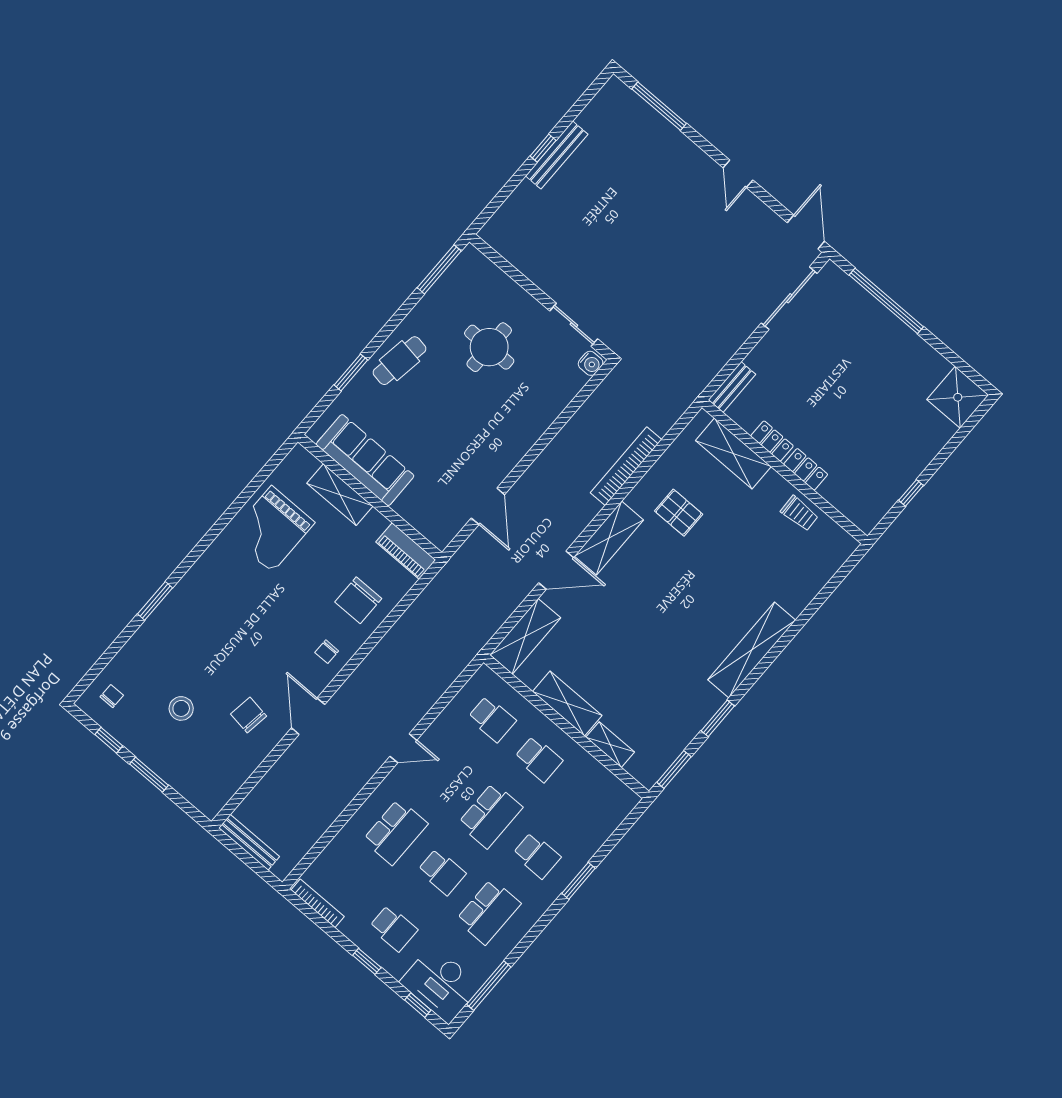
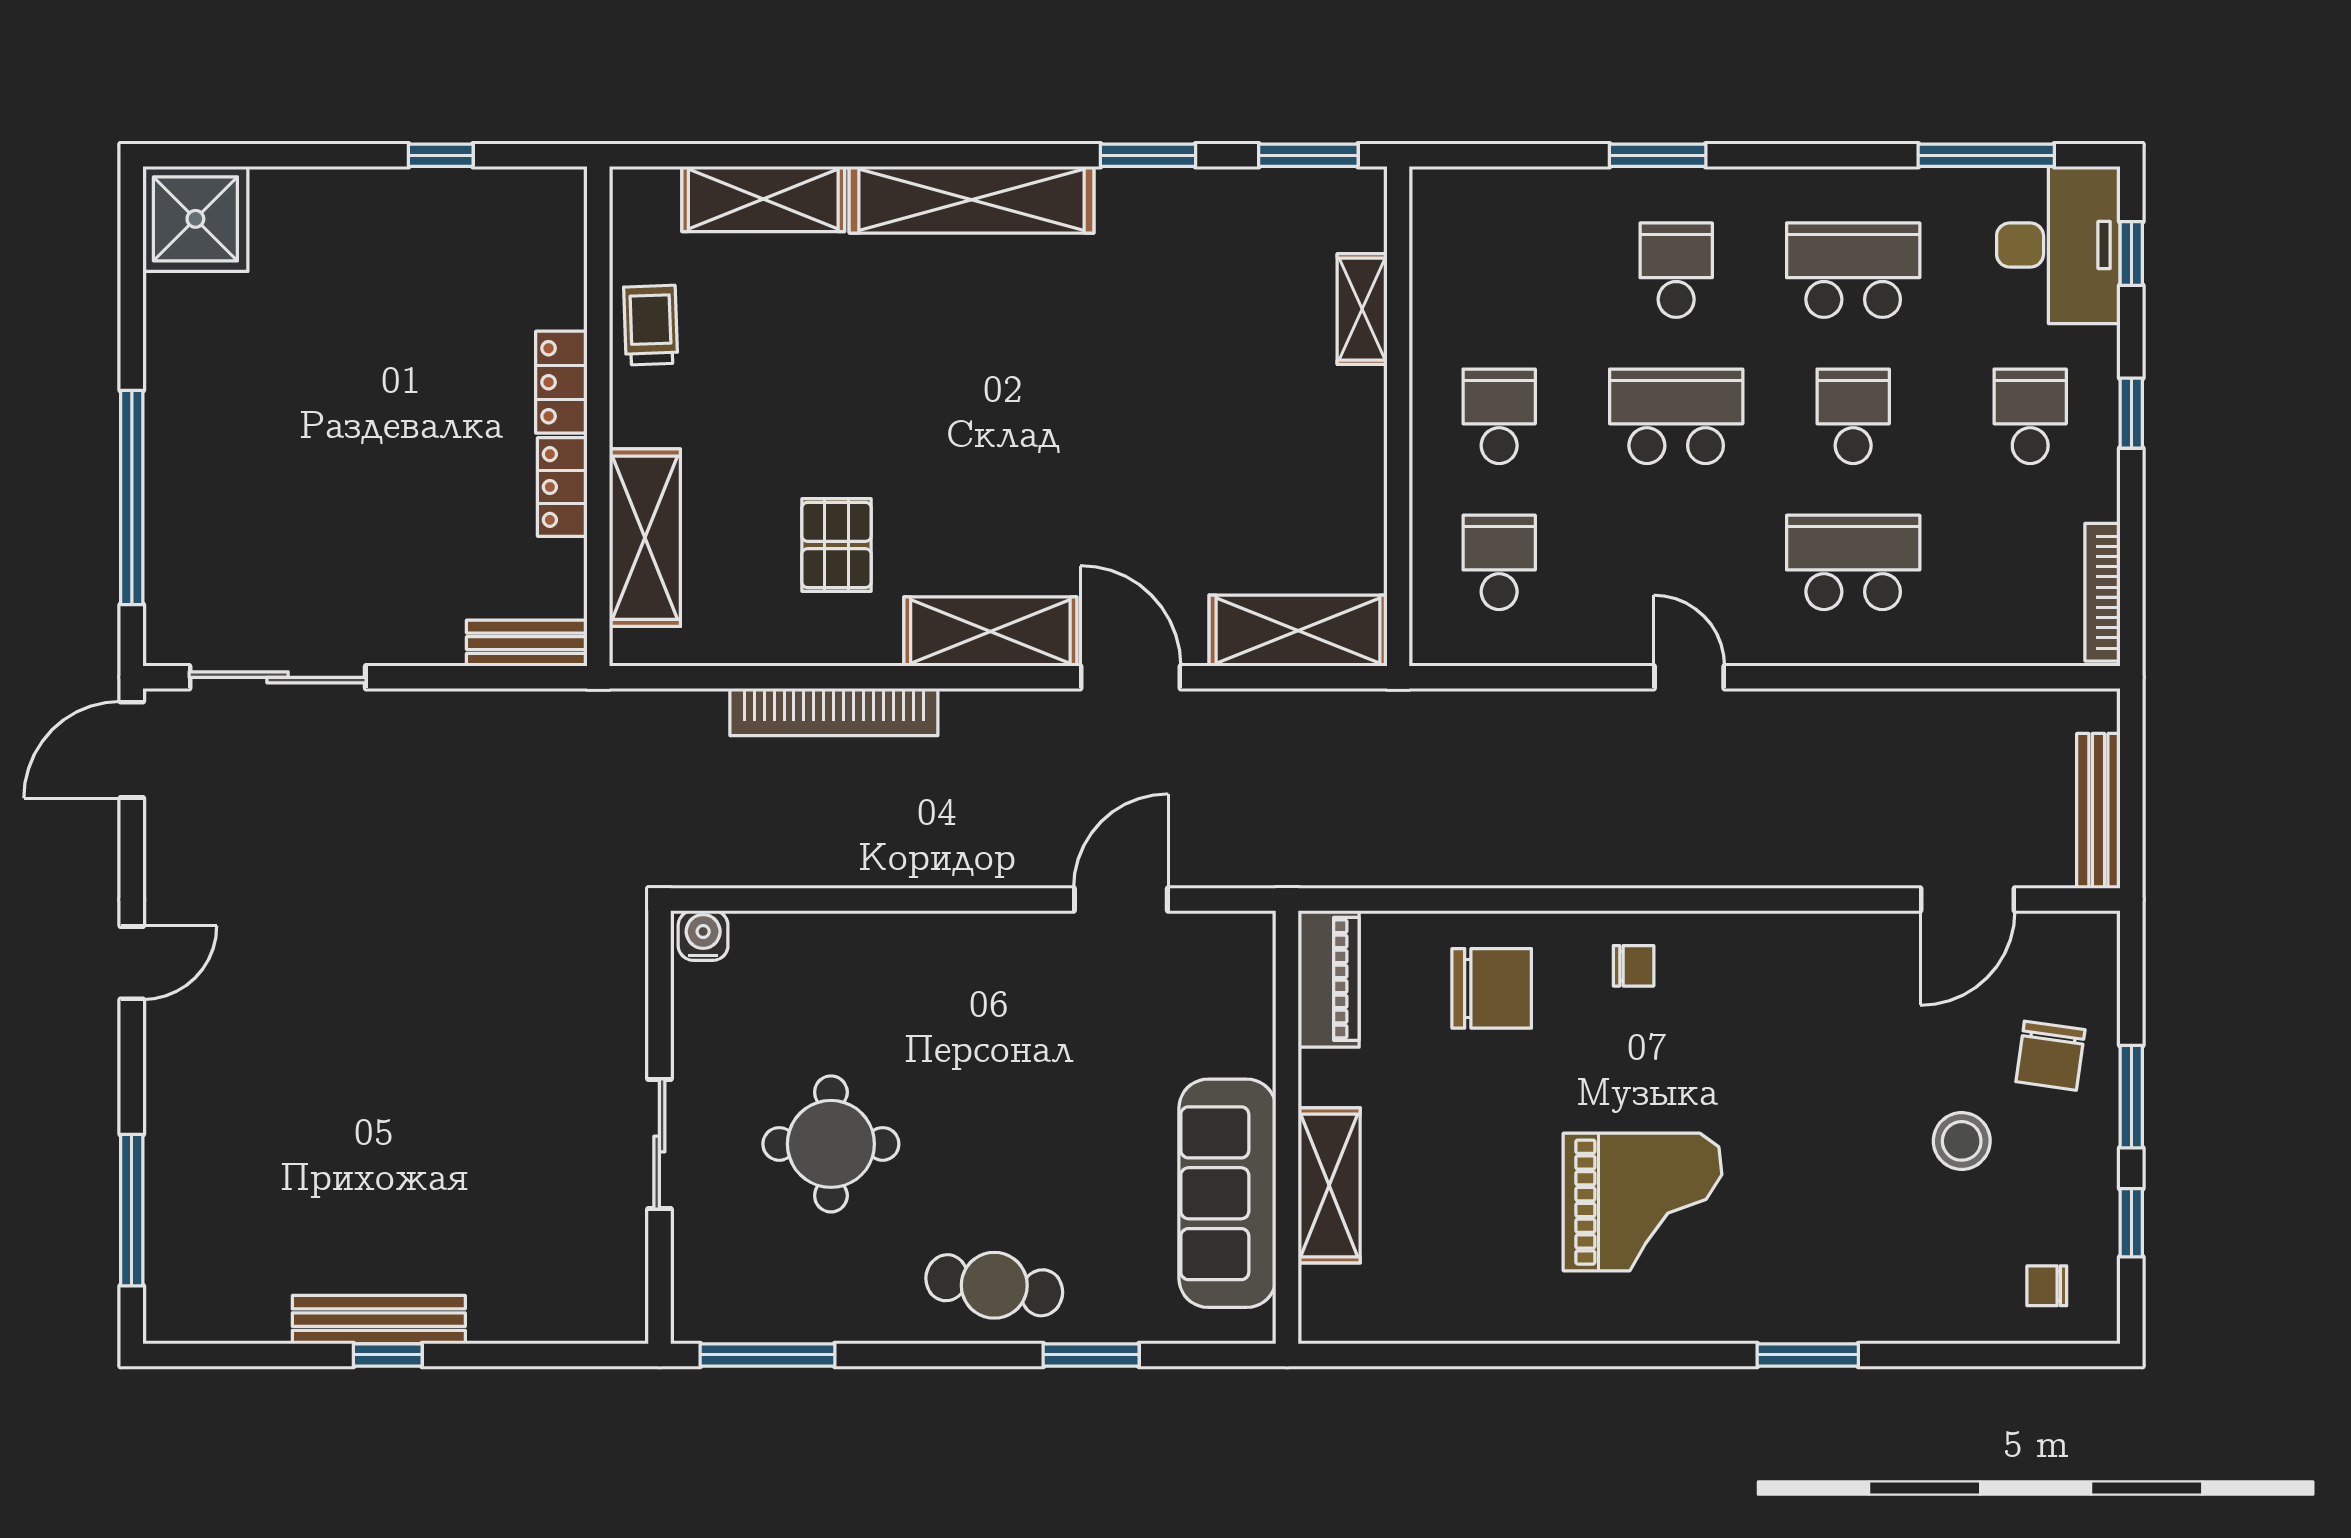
sliding door: (574, 325) -> (659, 1144), moved
grand piano: (272, 529) -> (1643, 1202), moved
shelving: (567, 704) -> (763, 199), moved, turned 90
chair: (249, 715) -> (2050, 1056), moved
door: (308, 716) -> (1968, 899), moved

